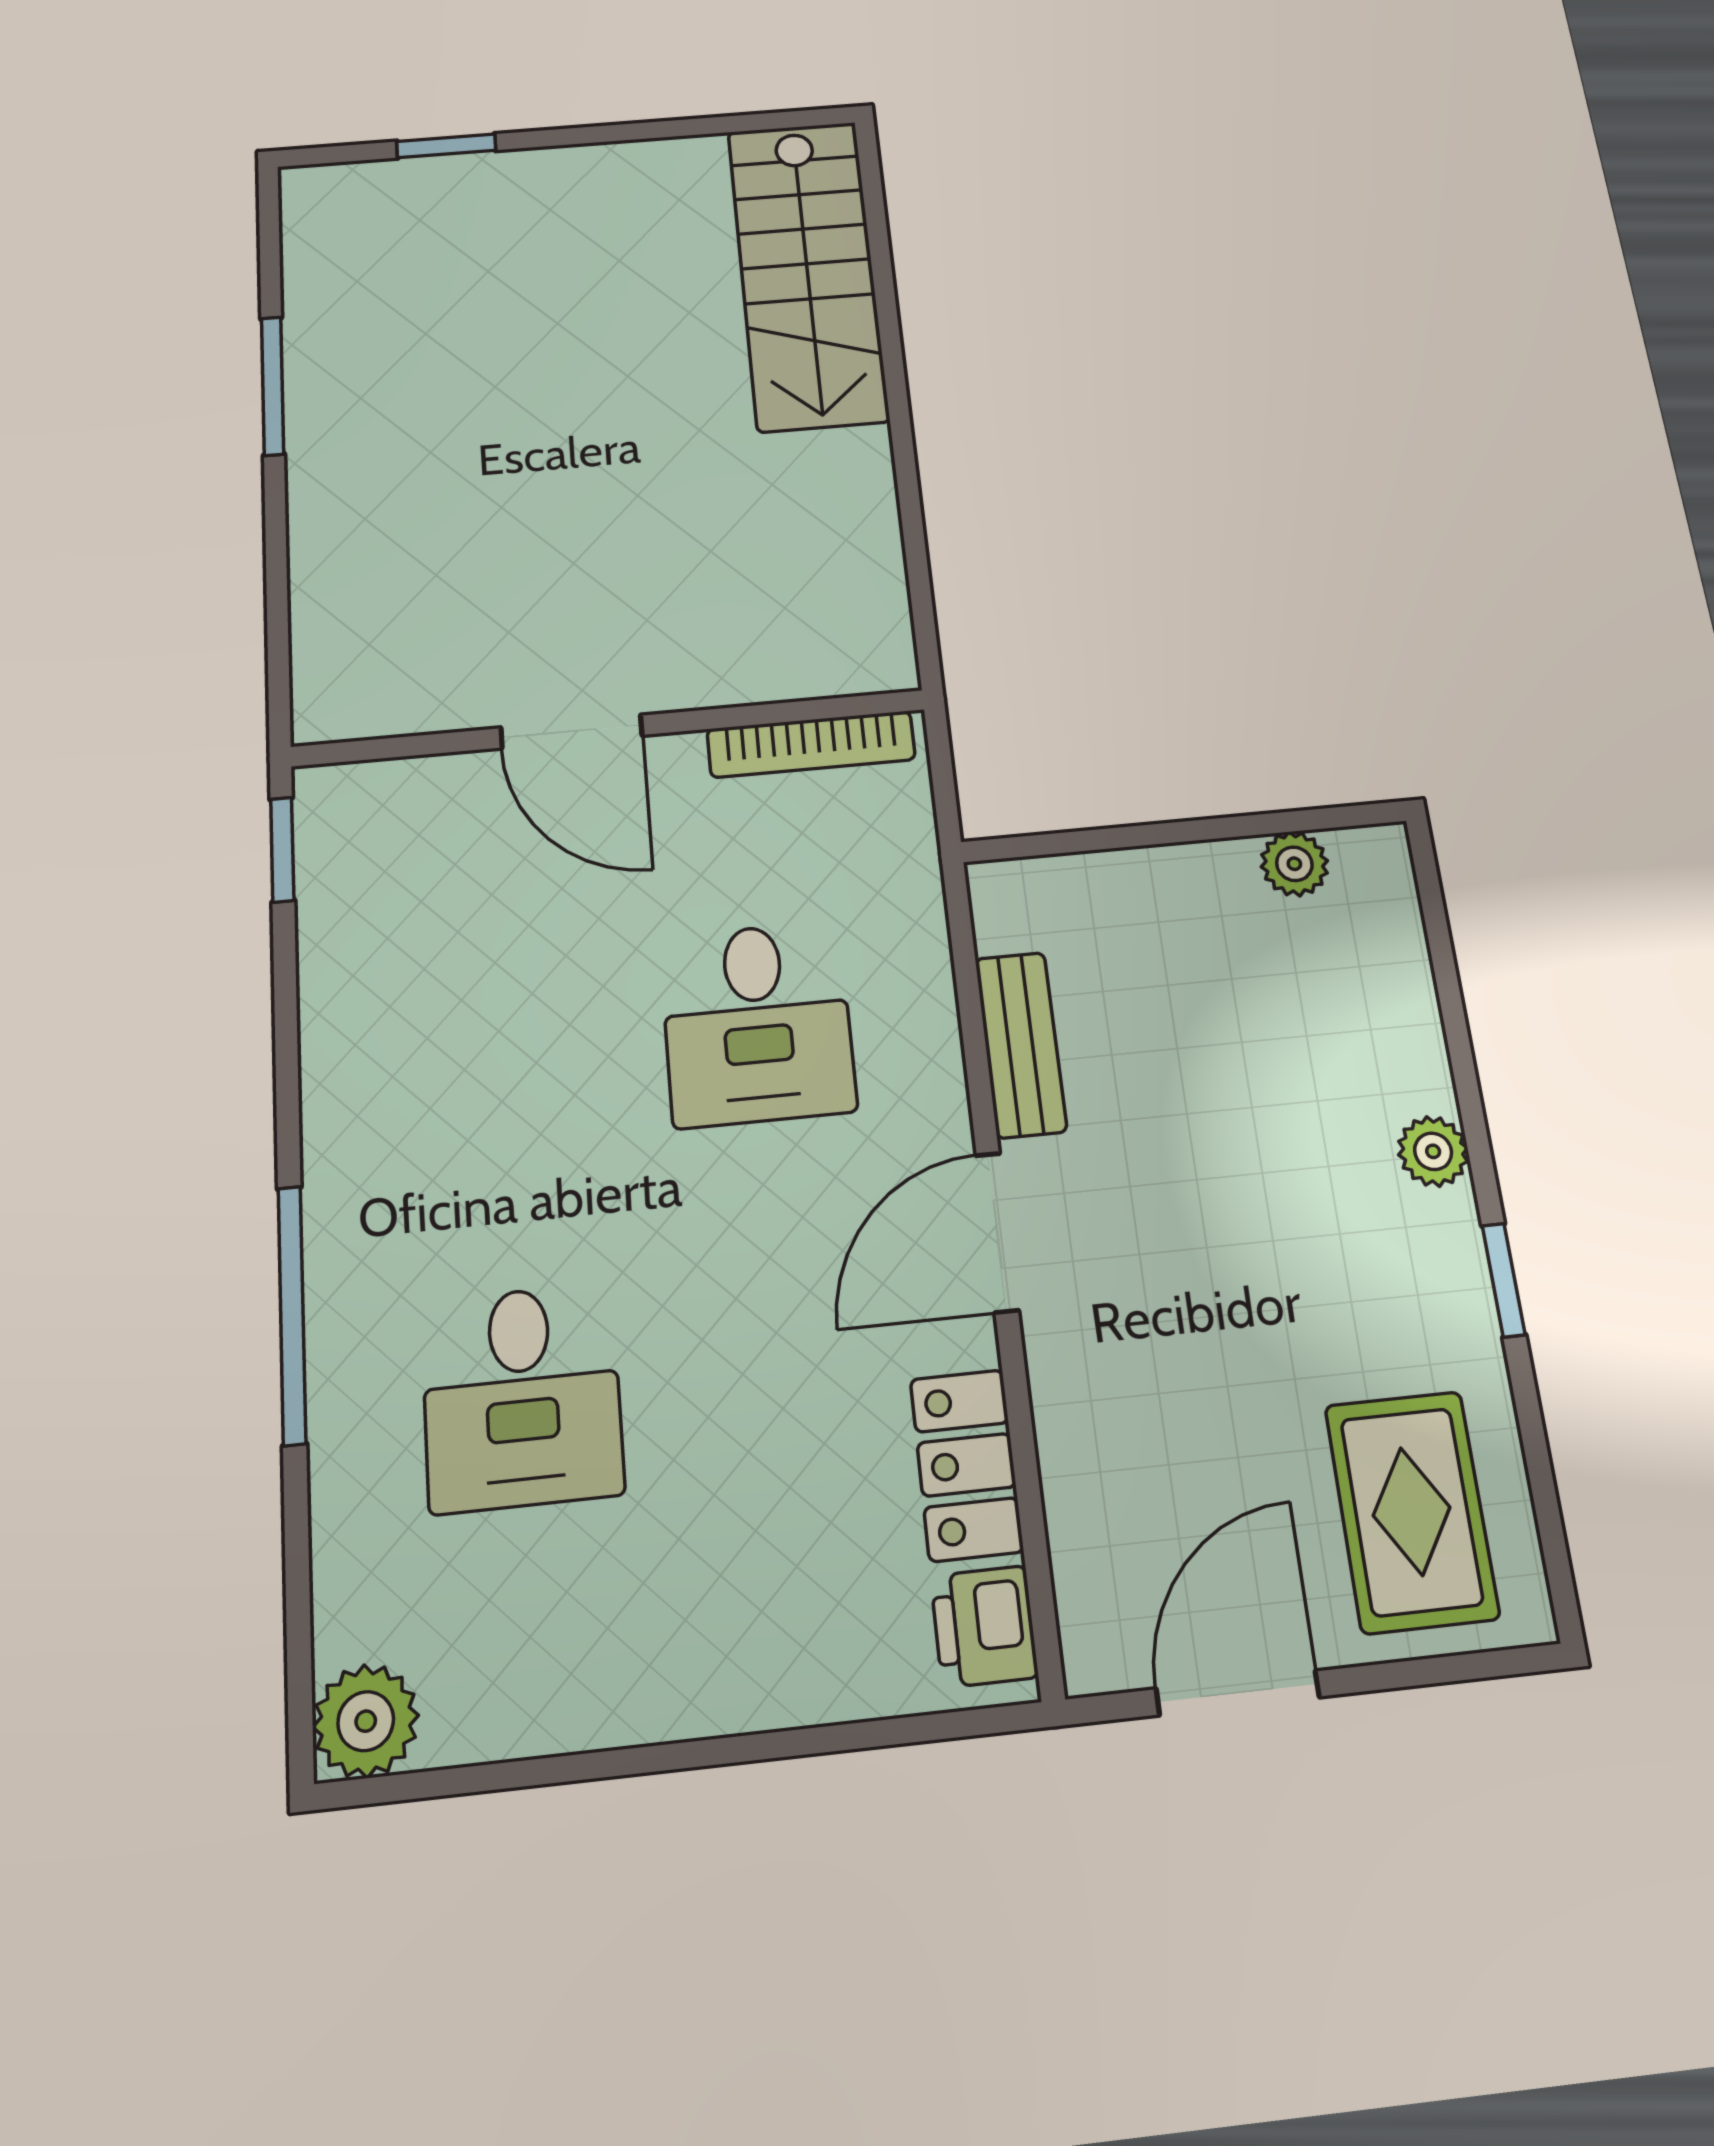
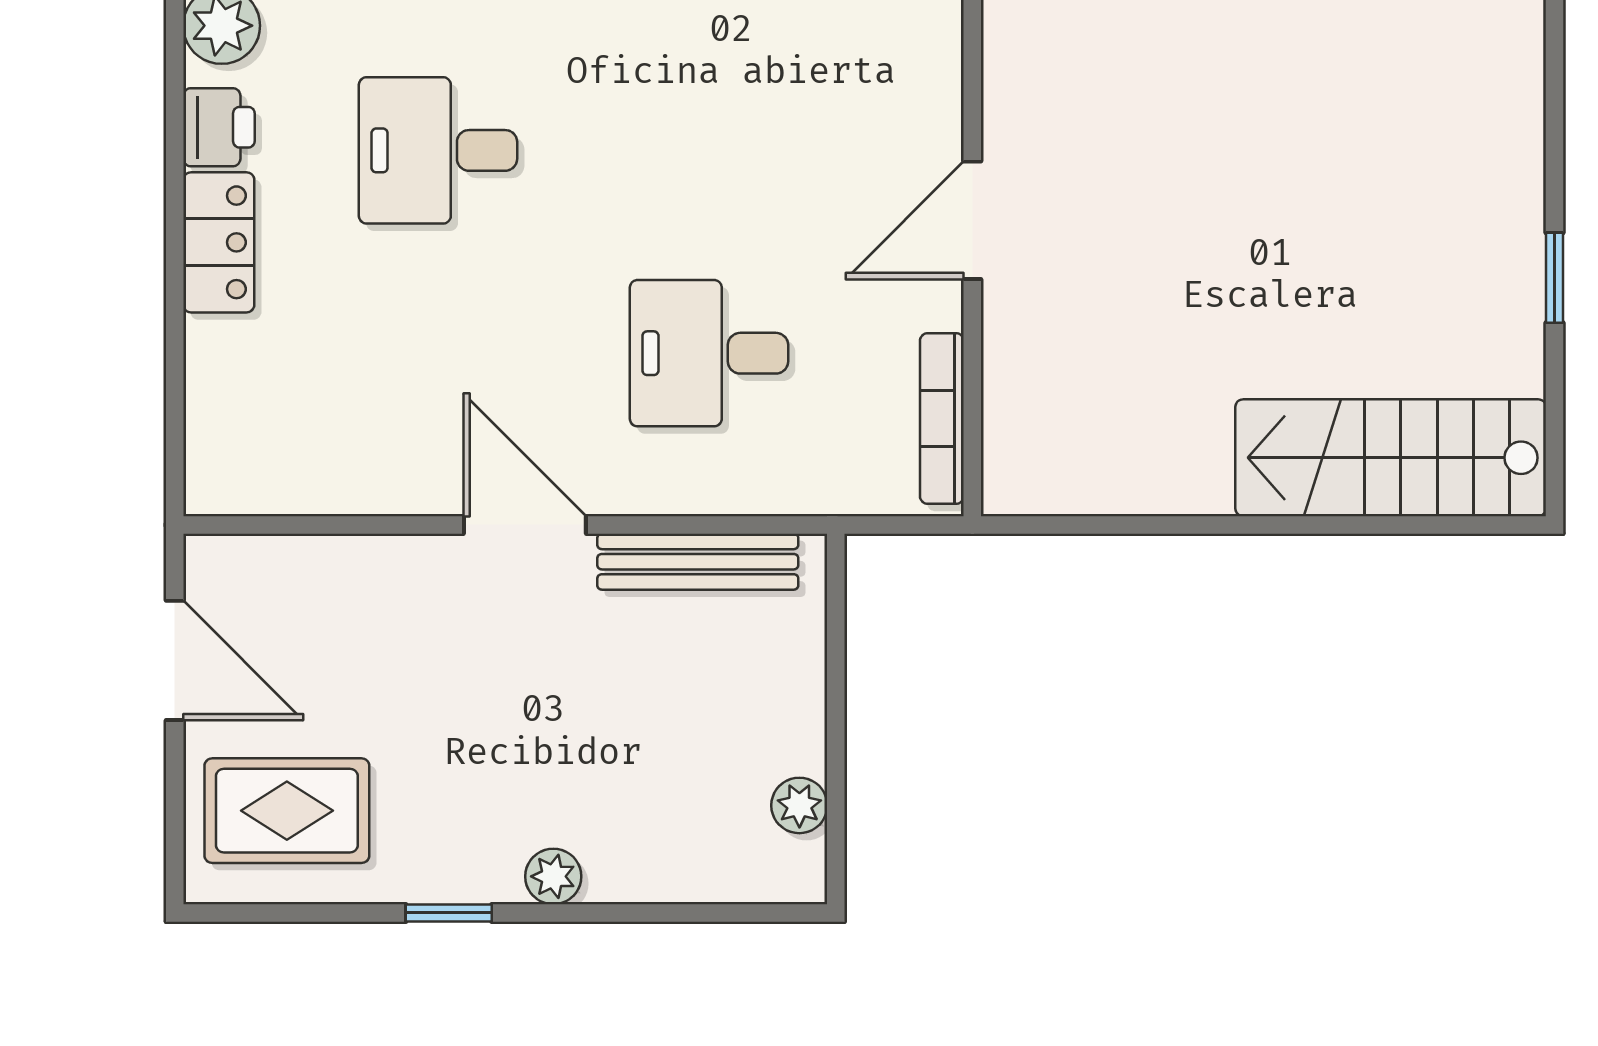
window: (446, 146) -> (1554, 278), moved
bench: (1021, 1045) -> (698, 562), width x1.36
locker: (966, 1465) -> (219, 242), moved, turned 90
printer: (984, 1626) -> (219, 127), moved, turned 90

